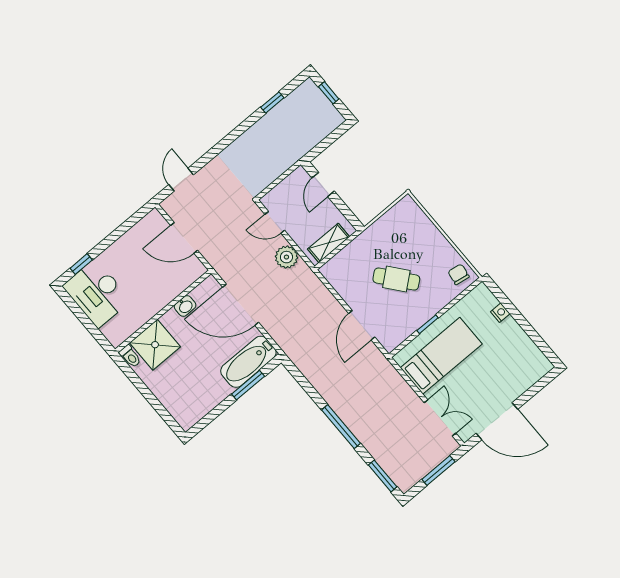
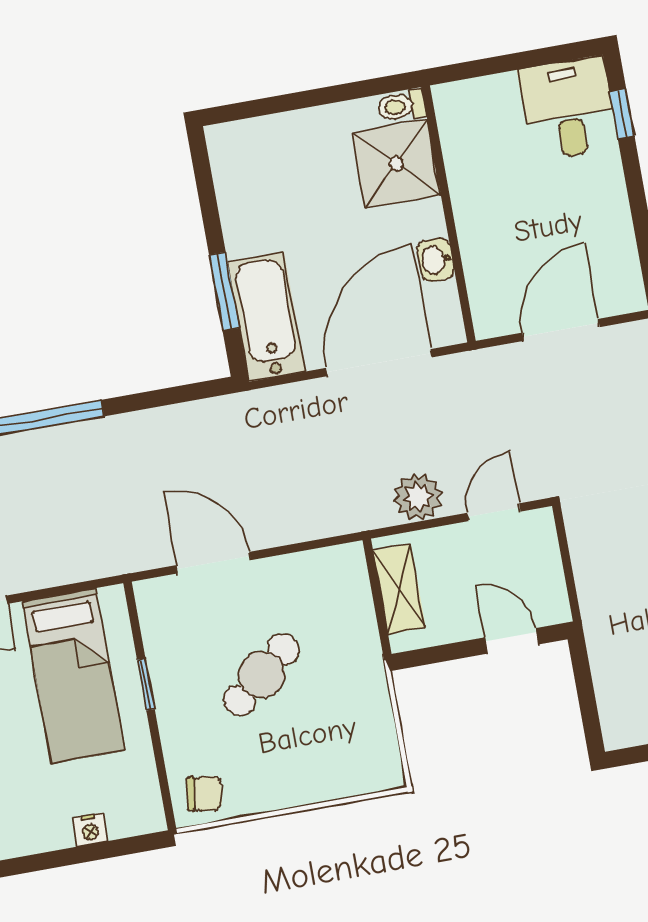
desk: (97, 293) -> (568, 108), width x0.73

